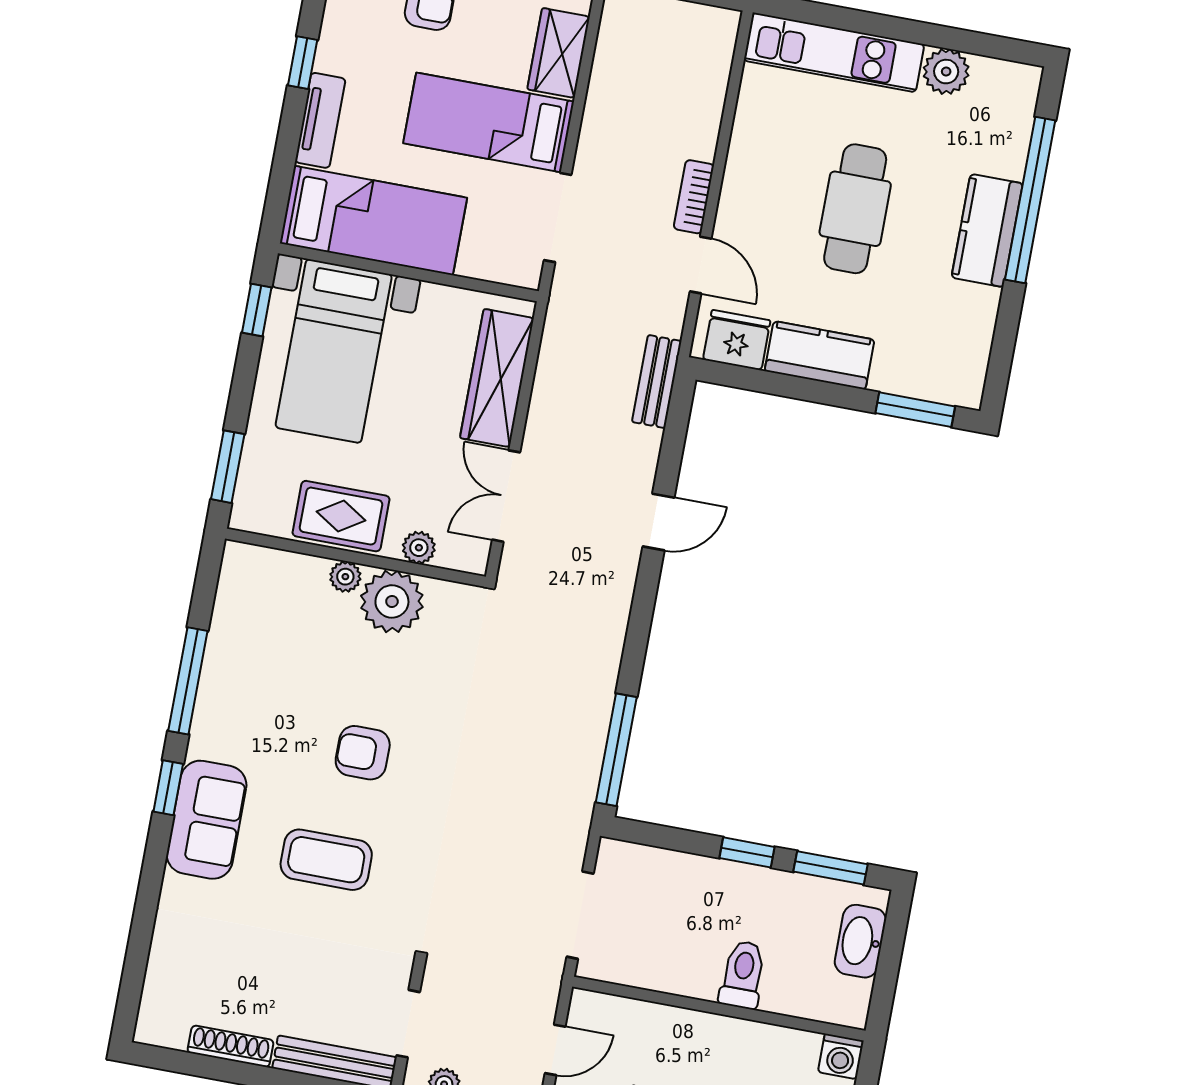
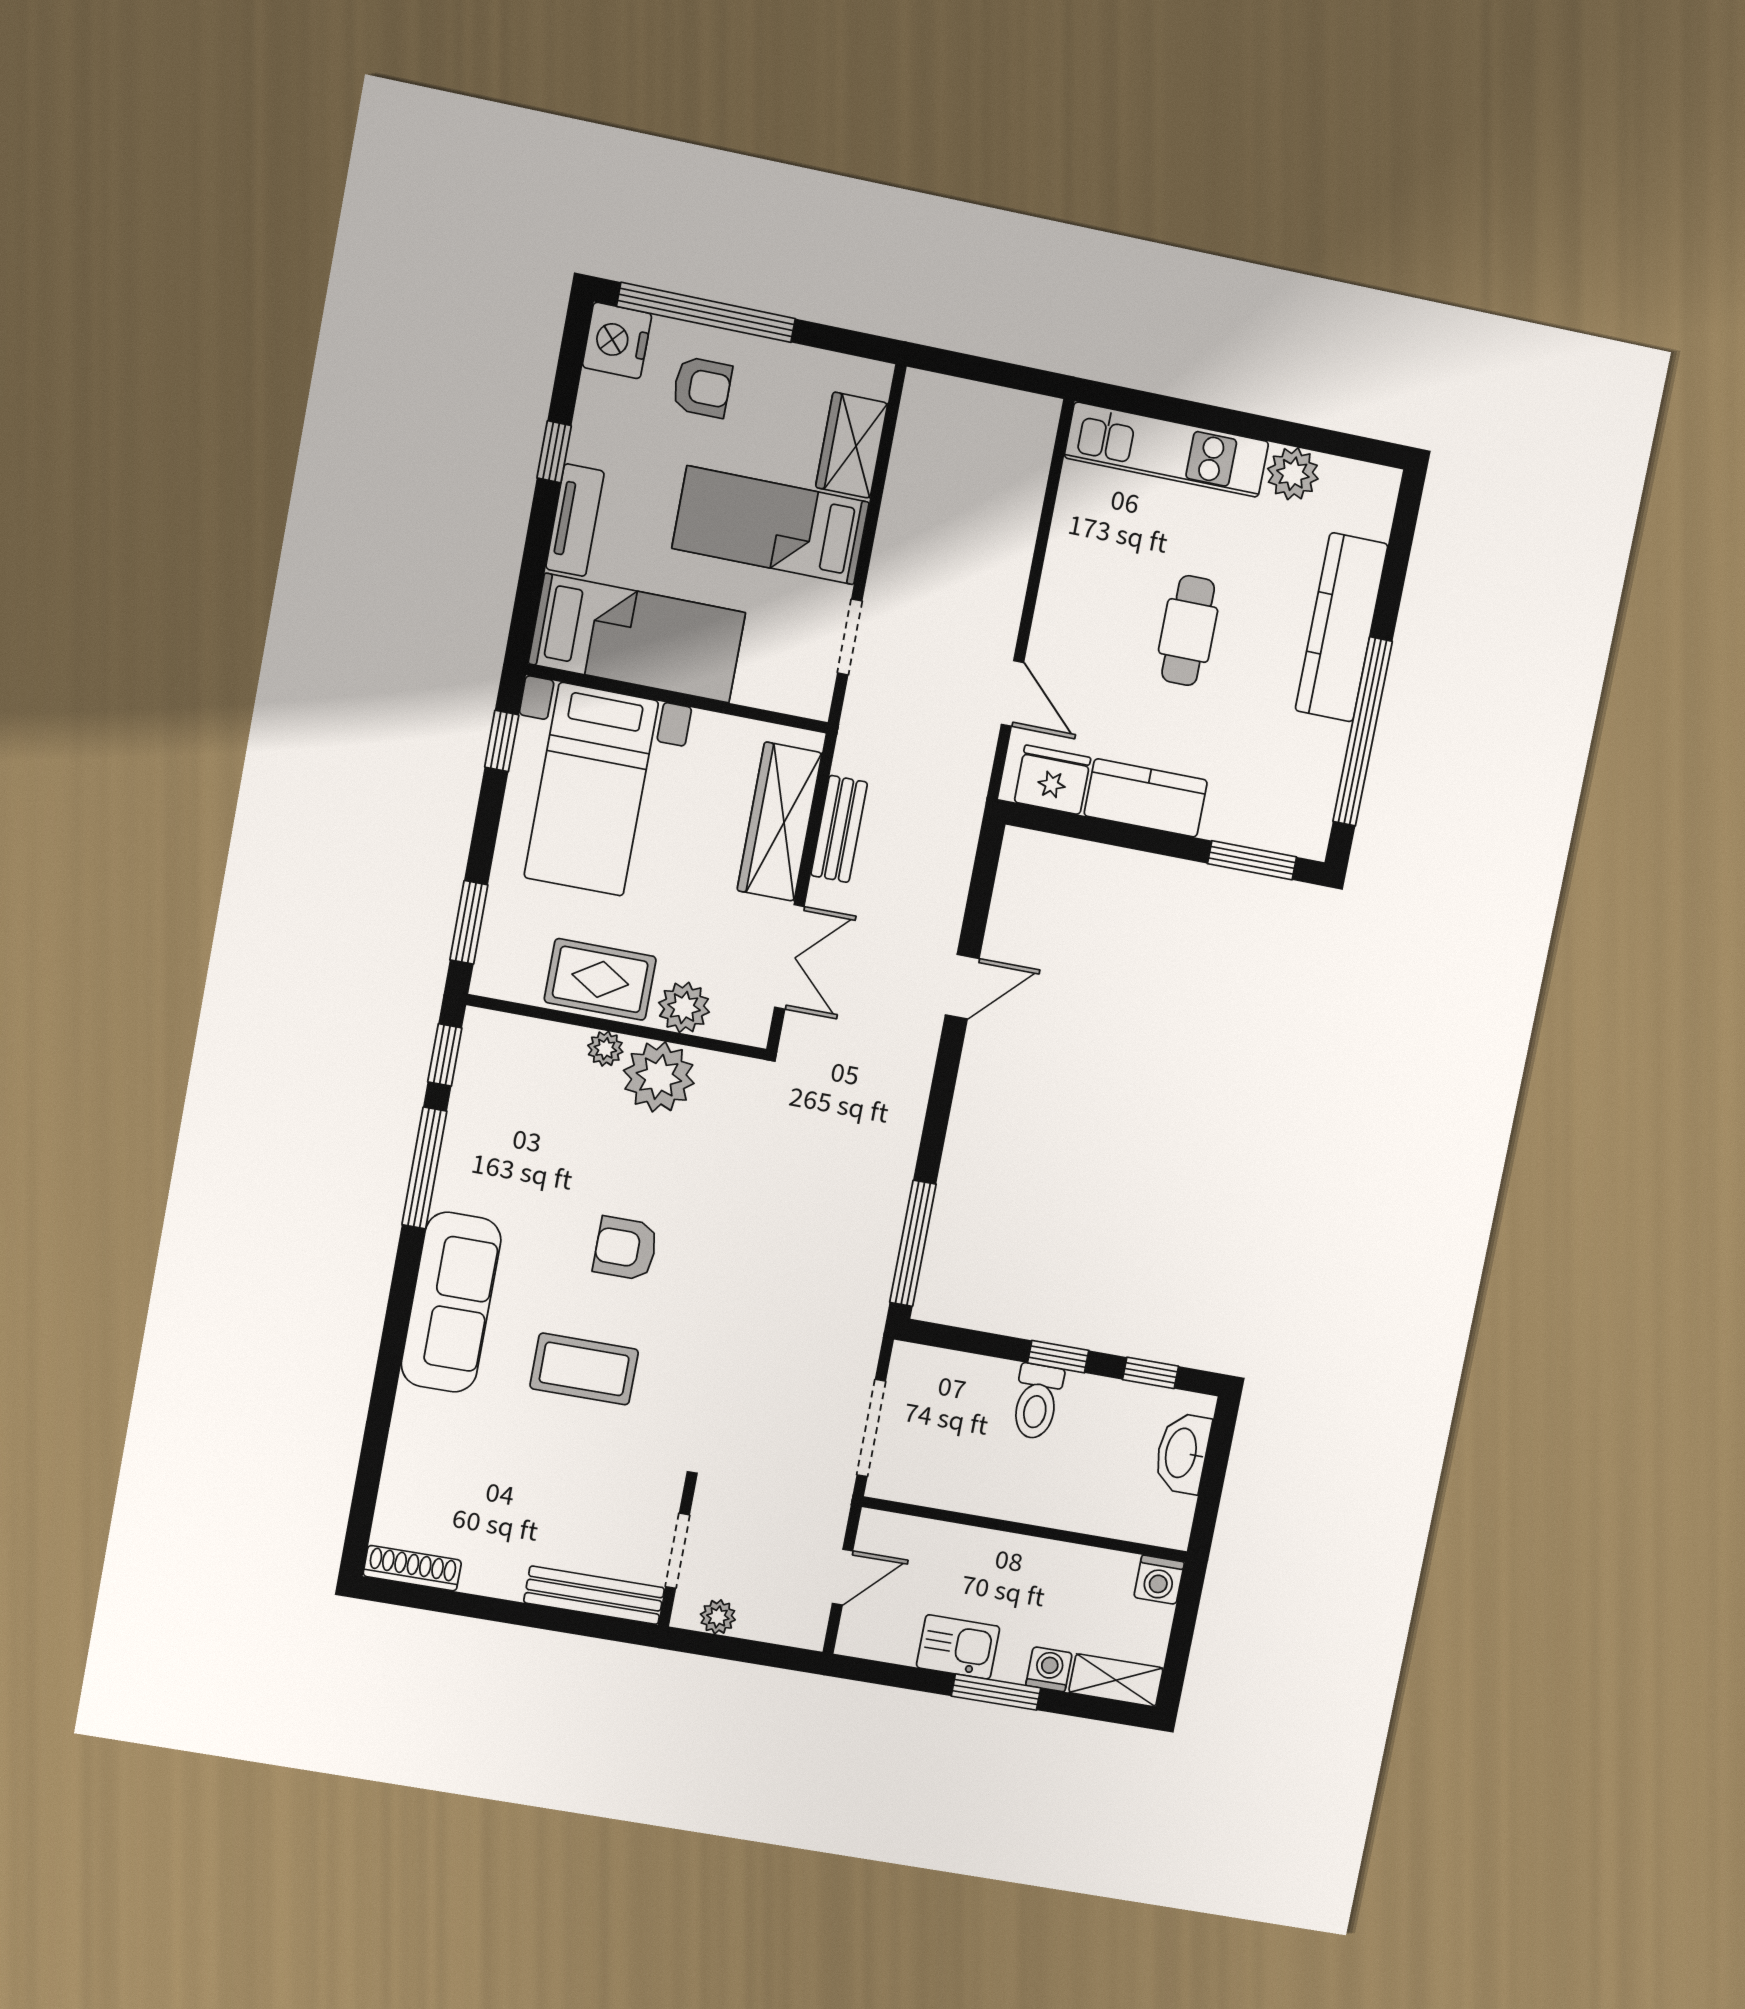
bookcase: (694, 197) -> (1005, 615), removed
window: (1030, 200) -> (1363, 731), moved
cafe table: (855, 209) -> (1188, 631), width x0.73, depth x0.74
doorway: (558, 218) -> (850, 637), width x0.73
kitchen counter: (987, 230) -> (1342, 627), width x1.50
bench: (657, 381) -> (839, 829), moved
double door: (506, 496) -> (789, 957), swing flipped
plant: (419, 548) -> (684, 1007), width x1.38, depth x1.38
window: (168, 788) -> (445, 1055), moved
sofa: (207, 820) -> (451, 1302), width x1.36
window: (830, 868) -> (1150, 1373), width x0.67
toilet: (743, 975) -> (1037, 1402), moved, turned 180
shoe rack: (231, 1046) -> (412, 1568), moved

